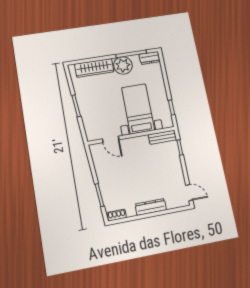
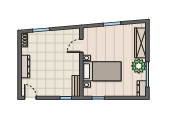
door: (189, 193) -> (30, 98), swing flipped

